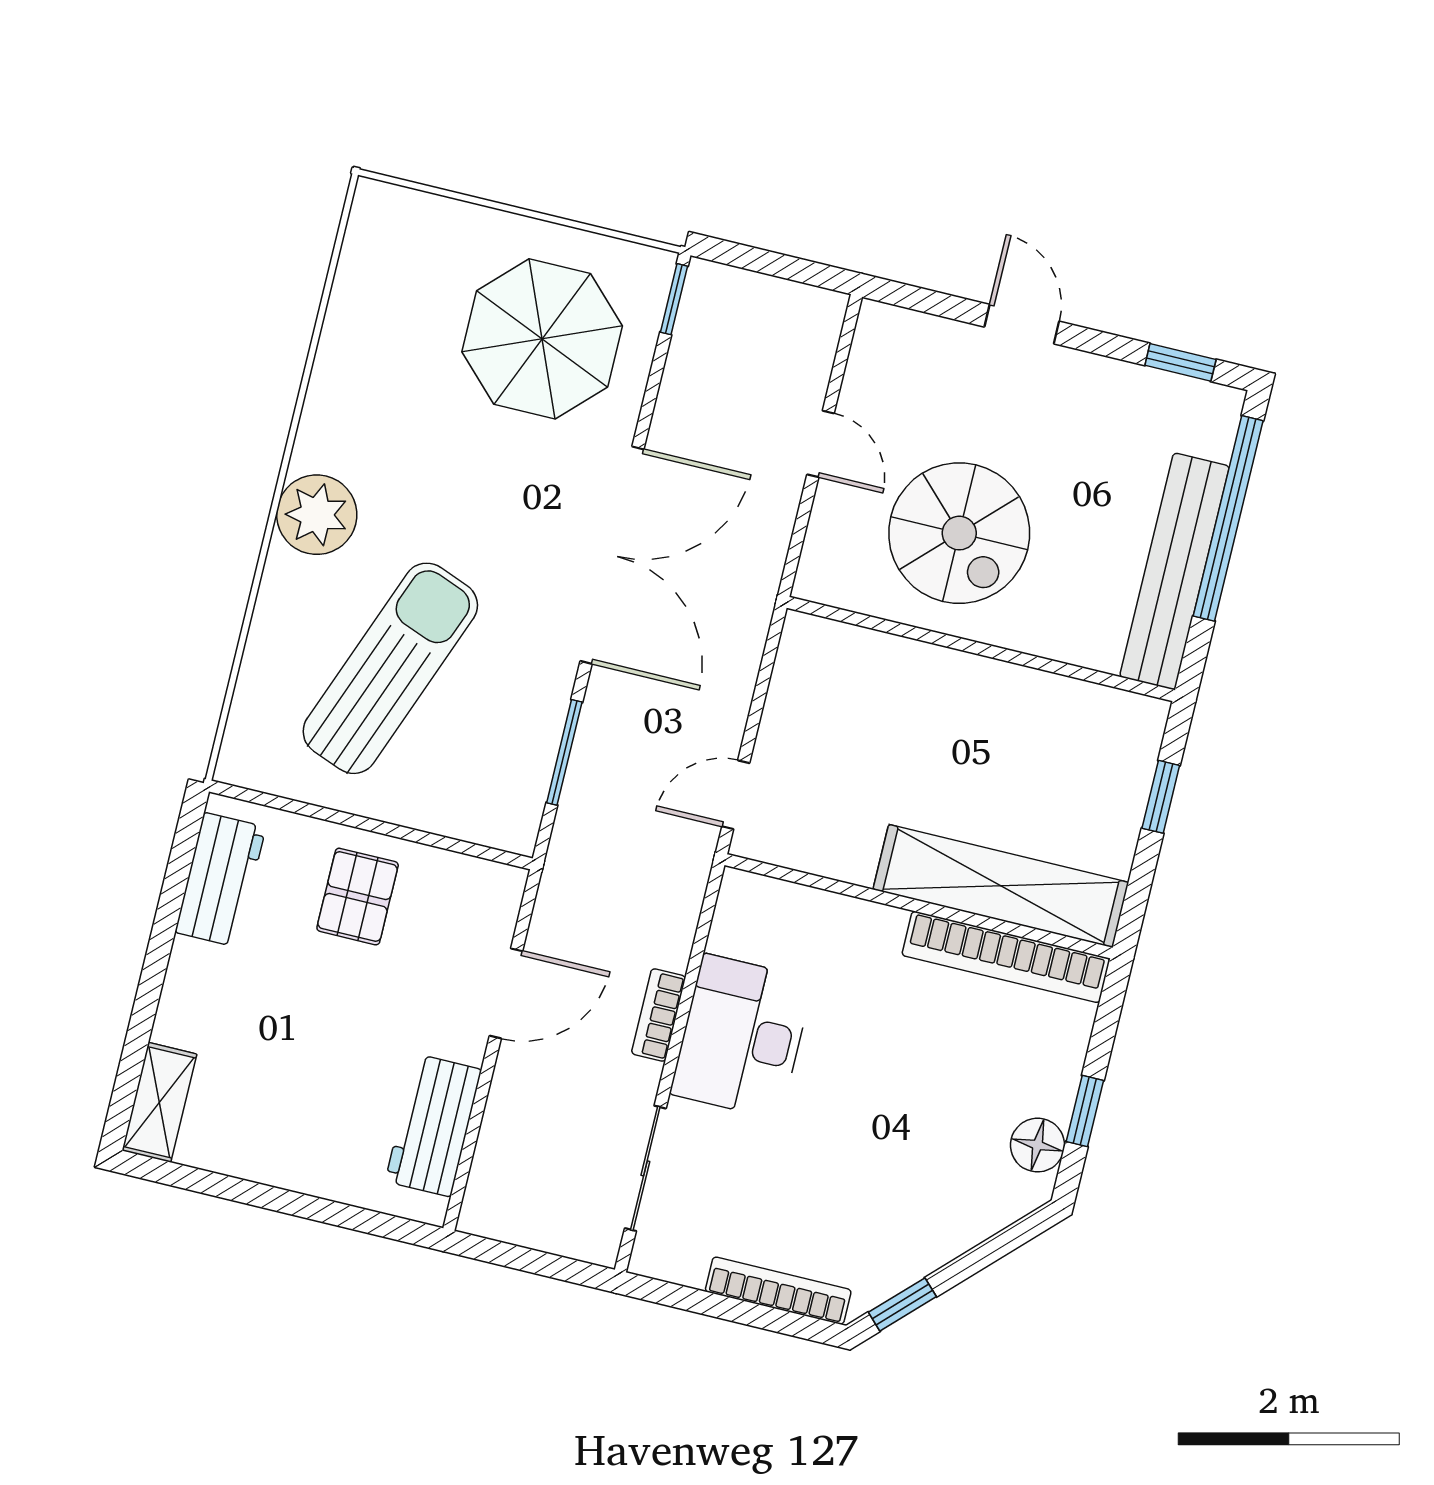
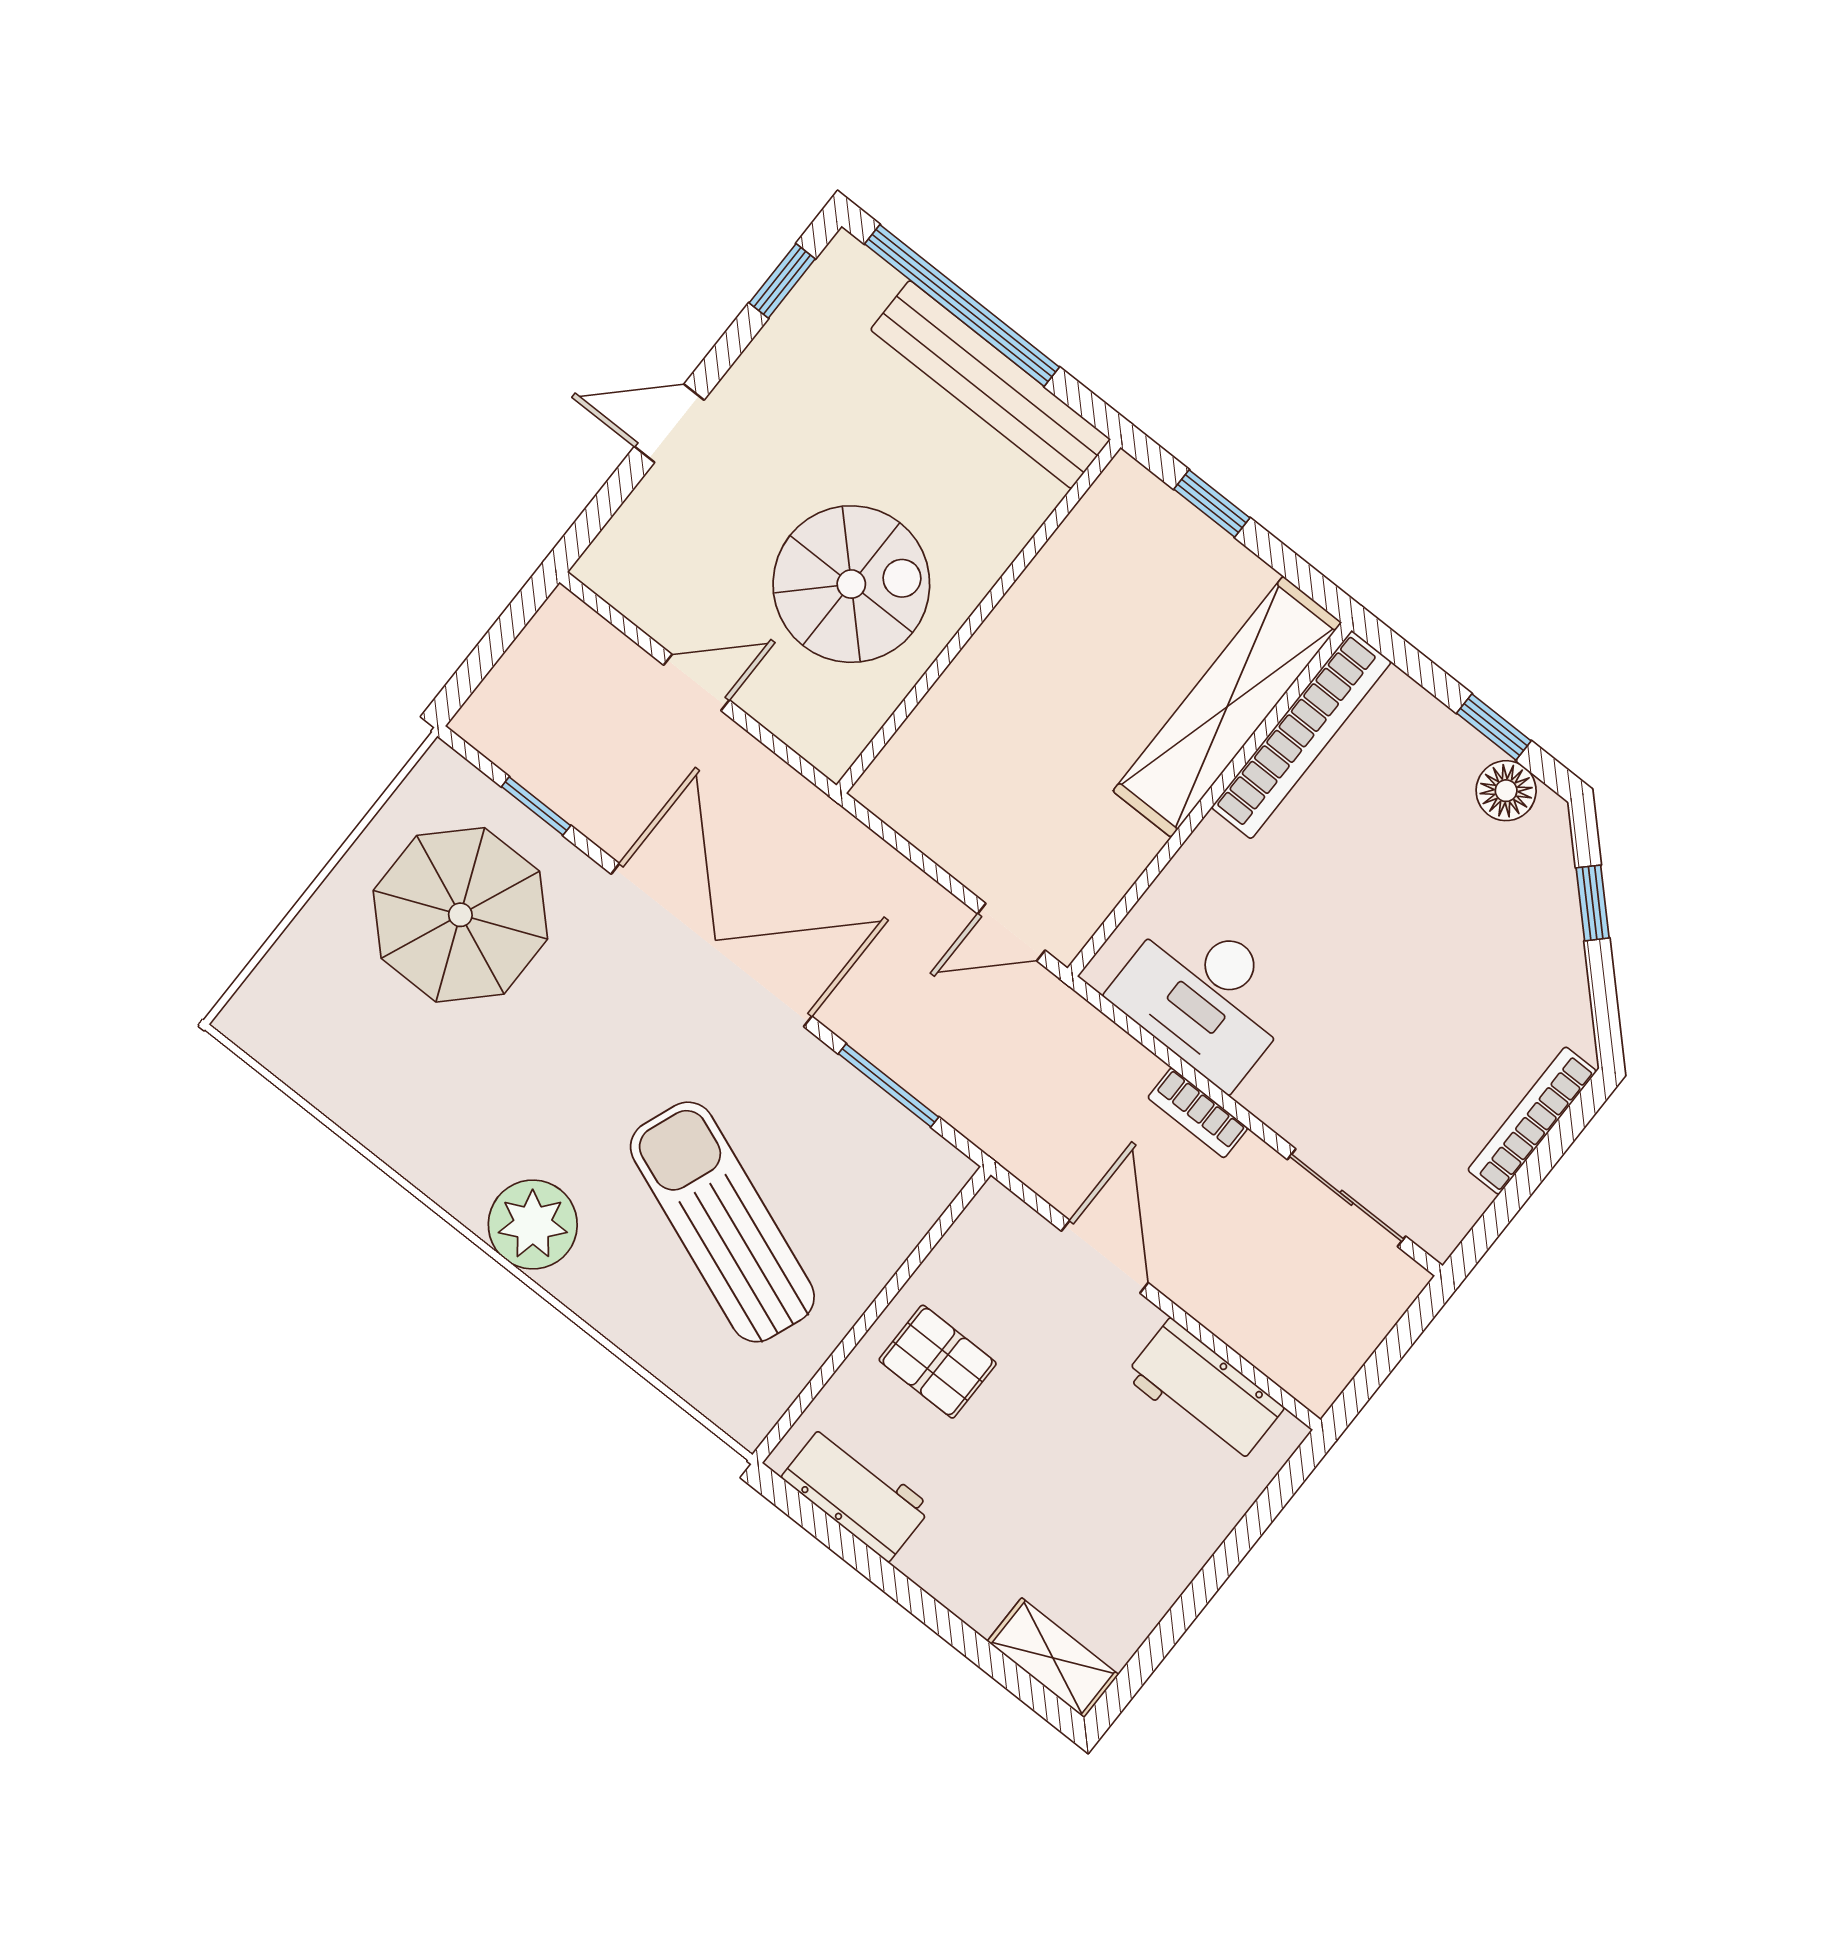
window: (674, 299) -> (536, 806), moved
door: (736, 795) -> (1011, 932), hinge flipped
desk: (742, 1037) -> (1205, 996), moved
window: (902, 1304) -> (1593, 903), moved

